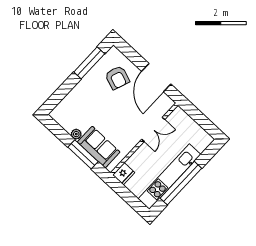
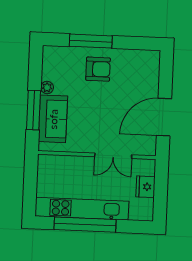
window: (89, 63) -> (91, 41), moved
armchair: (117, 78) -> (98, 69), moved, turned -110
fridge: (124, 174) -> (146, 187), moved, turned 90

